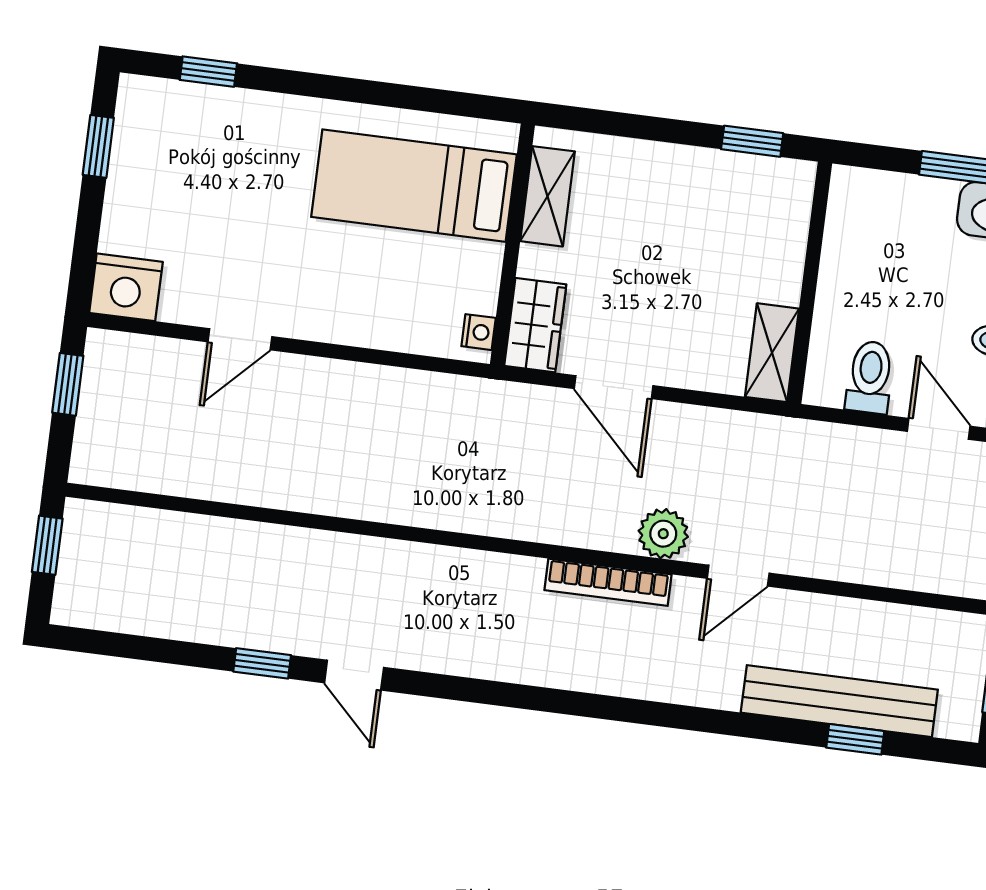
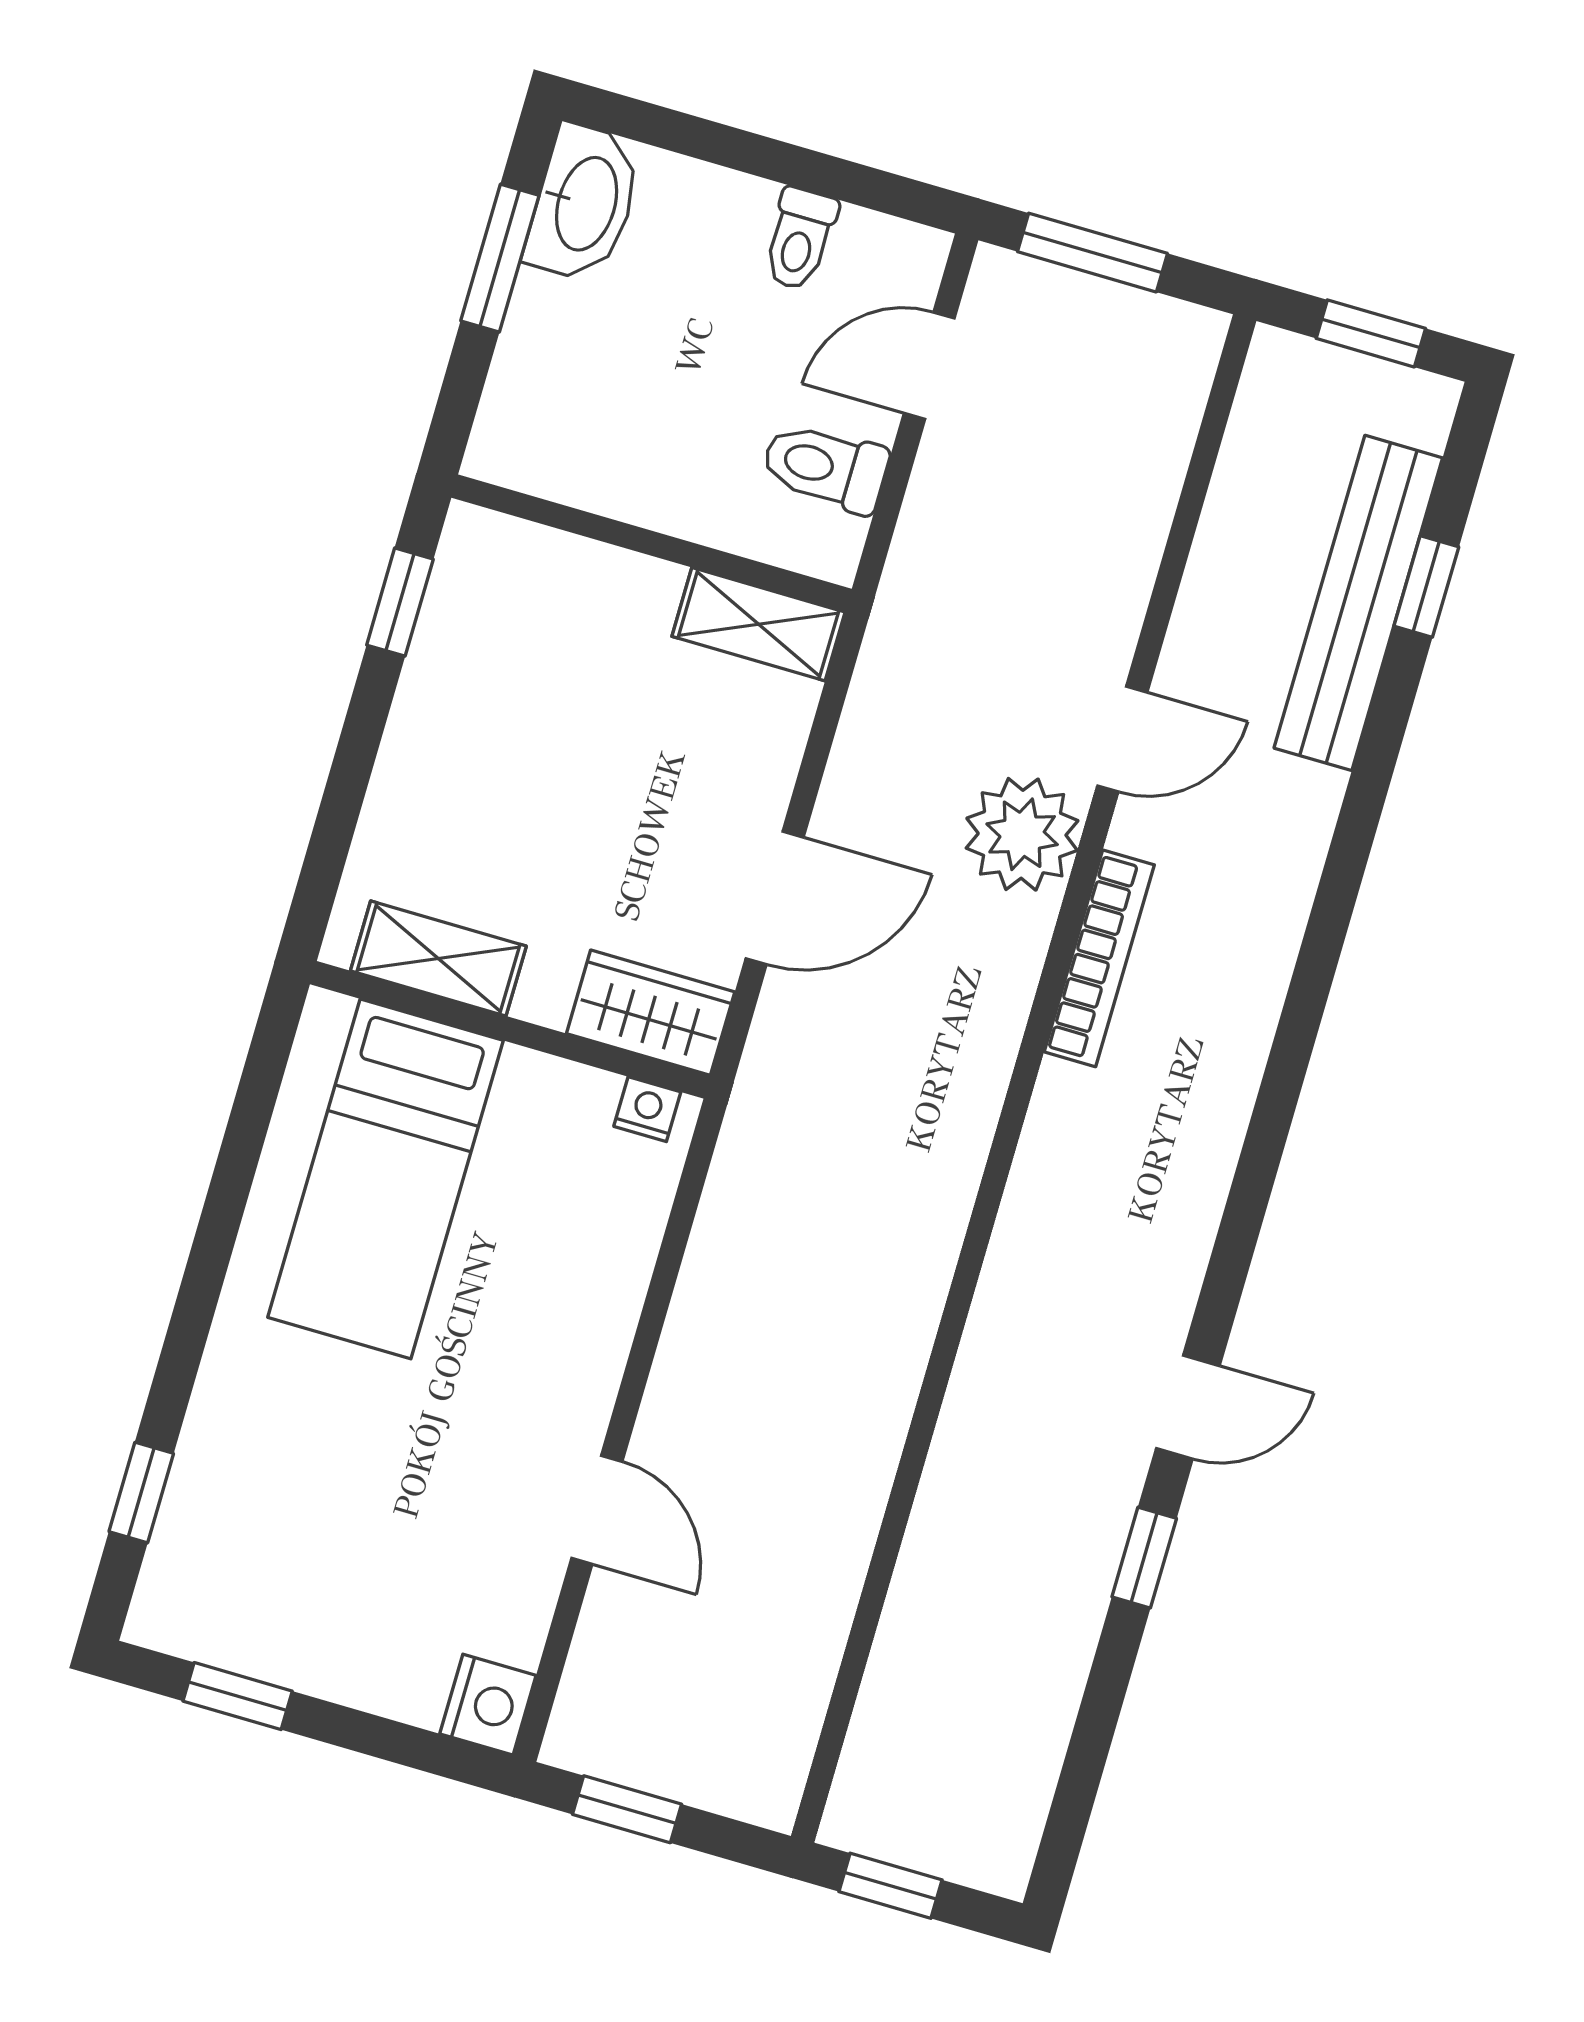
nightstand: (126, 287) -> (488, 1705), width x0.74, depth x0.75
plant: (663, 534) -> (1022, 834), width x1.36, depth x1.36
door: (738, 576) -> (1122, 739), hinge flipped

